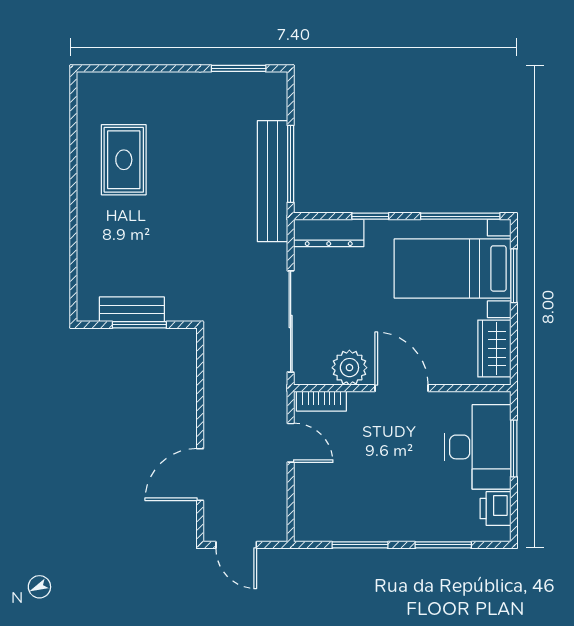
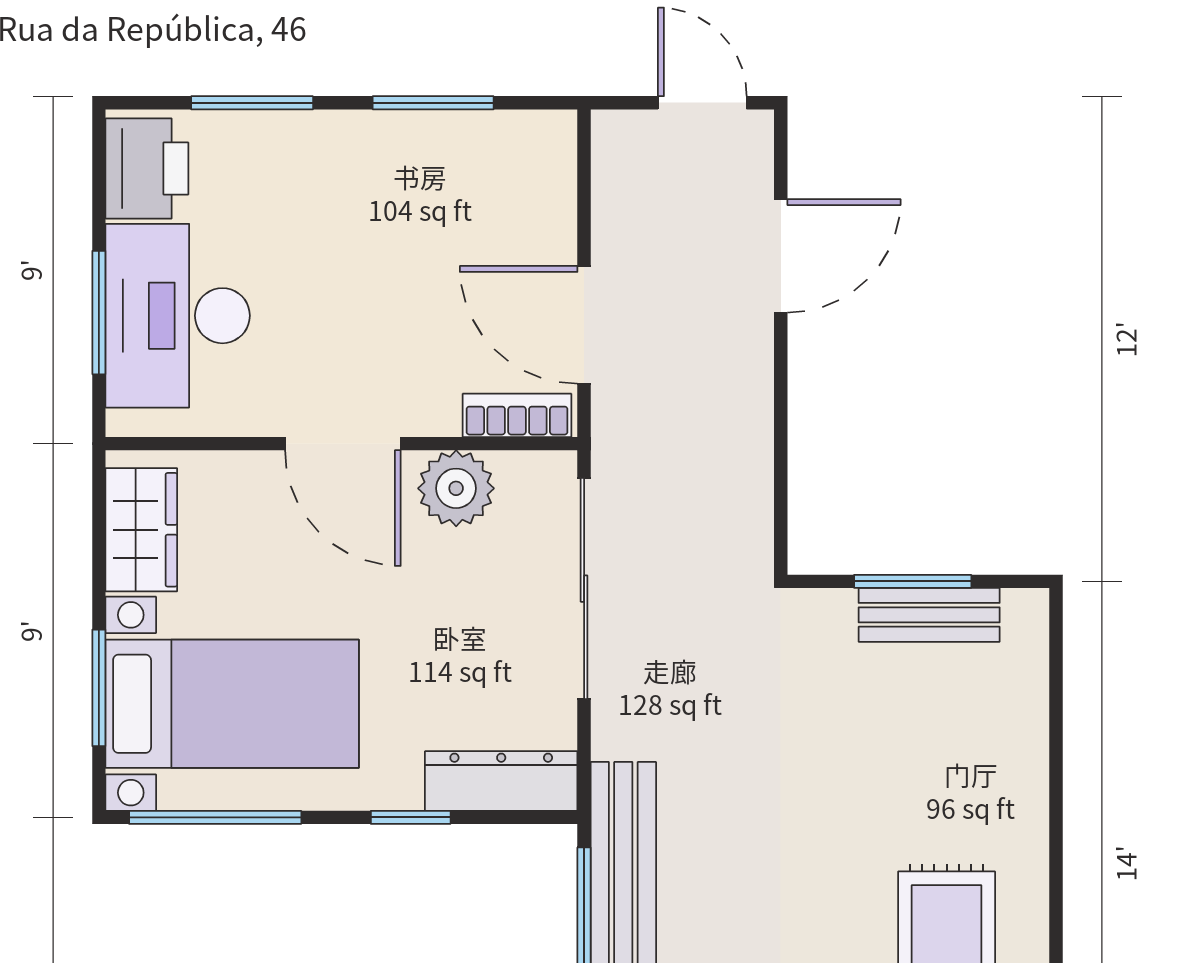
door: (291, 443) -> (584, 325), width x1.38
printer: (495, 509) -> (147, 168), width x1.36, depth x1.24

